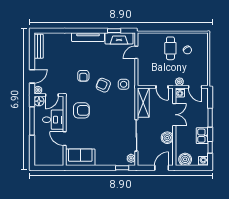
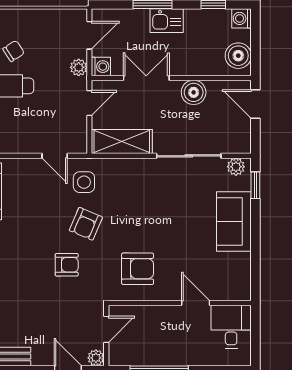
door: (136, 52) -> (55, 156), moved
door: (52, 95) -> (106, 329), hinge flipped
floor lamp: (39, 101) -> (118, 356), removed
armchair: (81, 110) -> (138, 269), turned 90
desk: (53, 120) -> (231, 327), moved
kitchen sink: (202, 136) -> (167, 21), moved
door: (65, 139) -> (196, 303), swing flipped
sofa: (80, 157) -> (234, 222), moved

